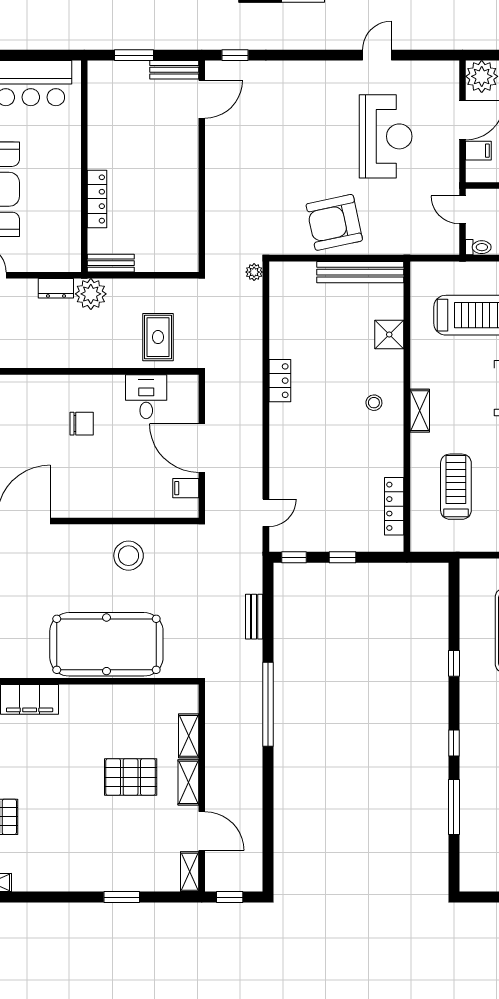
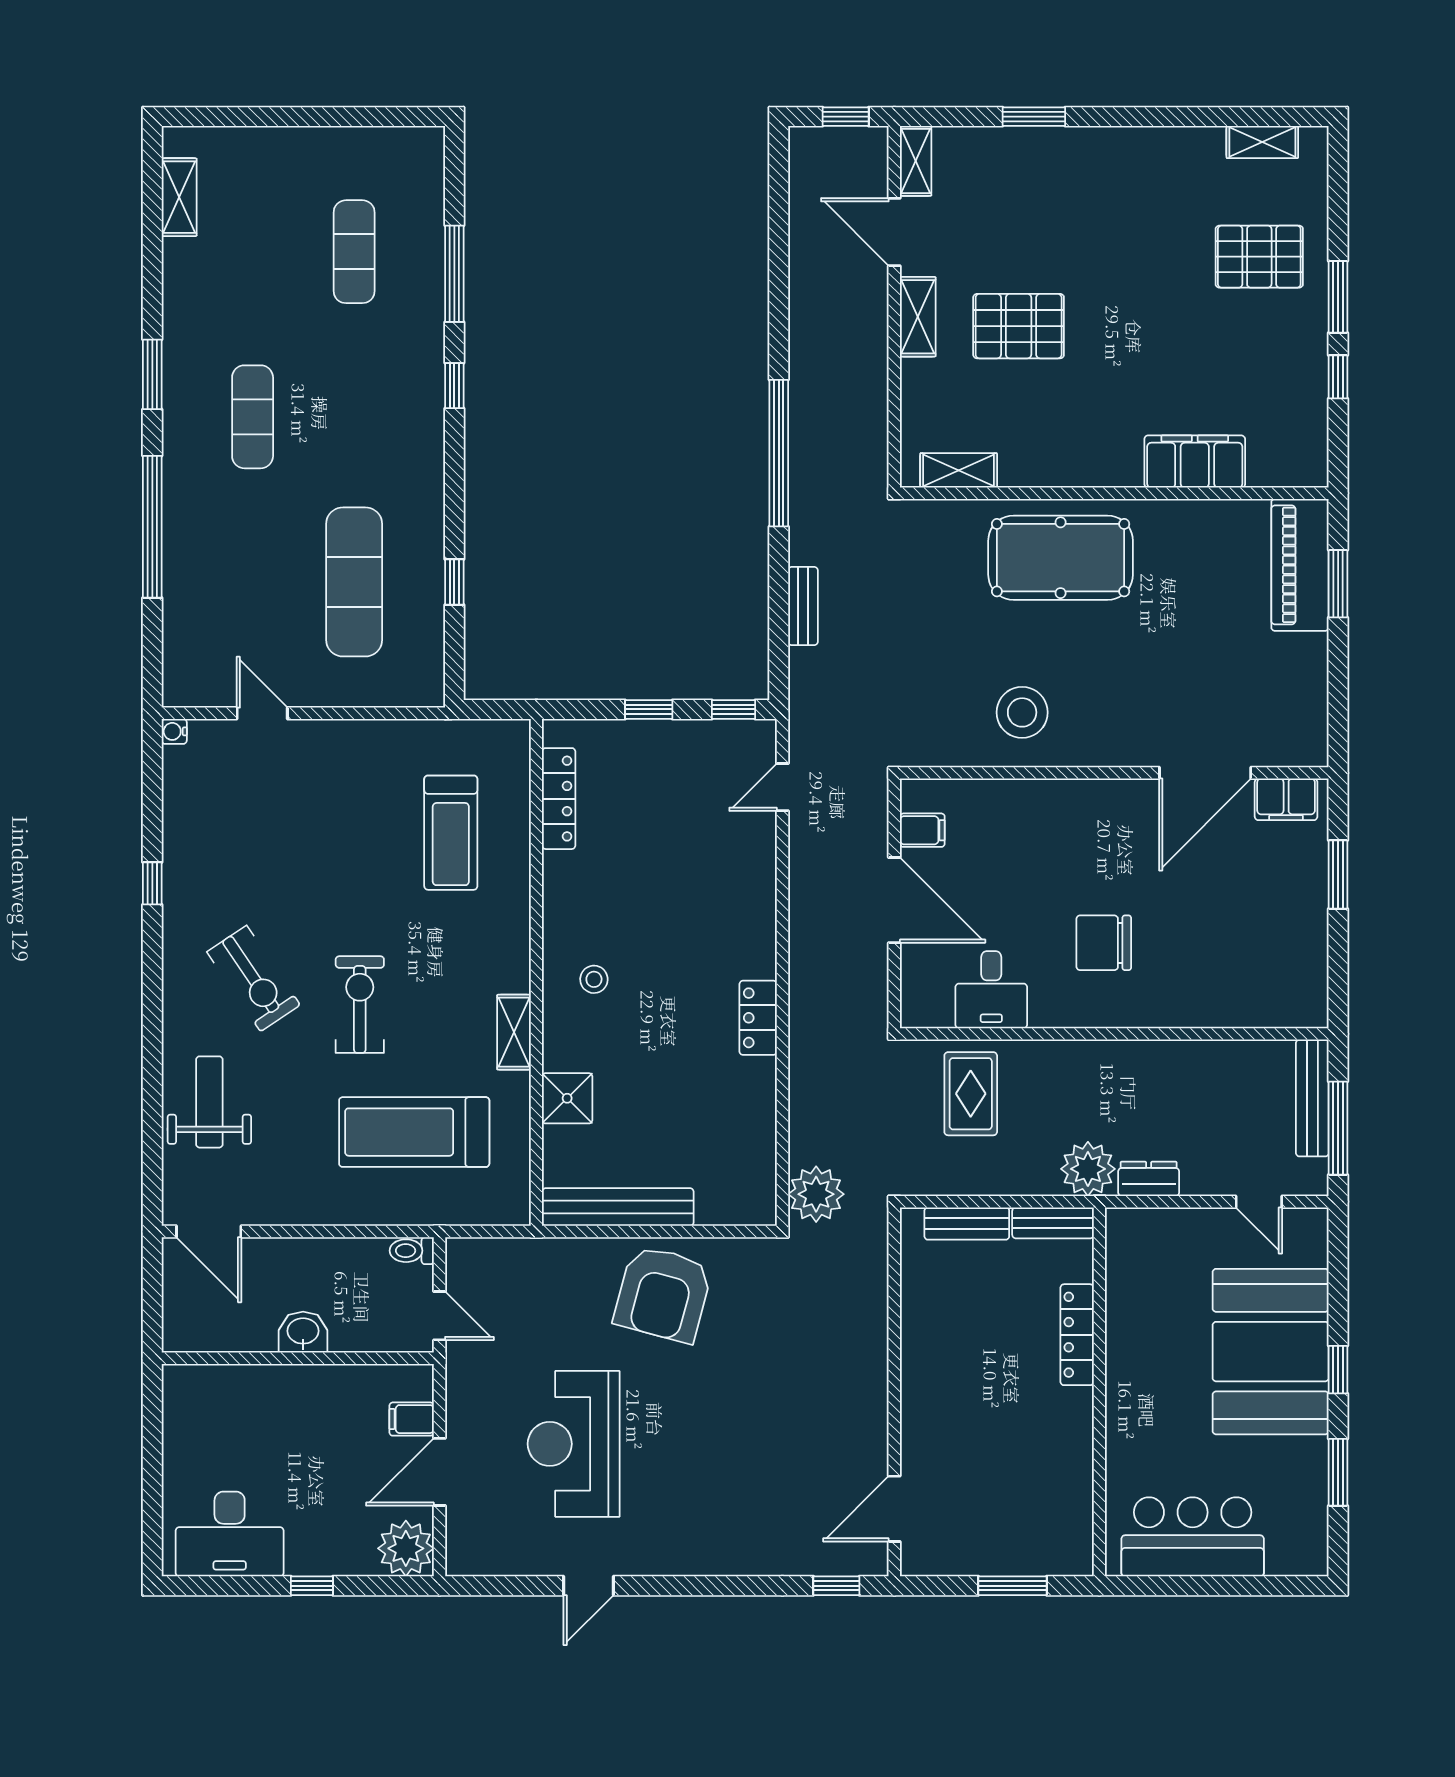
bench: (174, 70) -> (967, 1223), moved
armchair: (334, 222) -> (663, 1294), turned 117
plant: (254, 272) -> (816, 1194), width x1.87, depth x1.87
shelving: (420, 411) -> (514, 1032), moved
chair: (82, 424) -> (1104, 943), width x1.37, depth x1.37
pool table: (106, 644) -> (1061, 558), width x0.73, depth x0.76
window: (454, 663) -> (454, 582), moved
shelving: (189, 736) -> (959, 470), moved, turned 90

